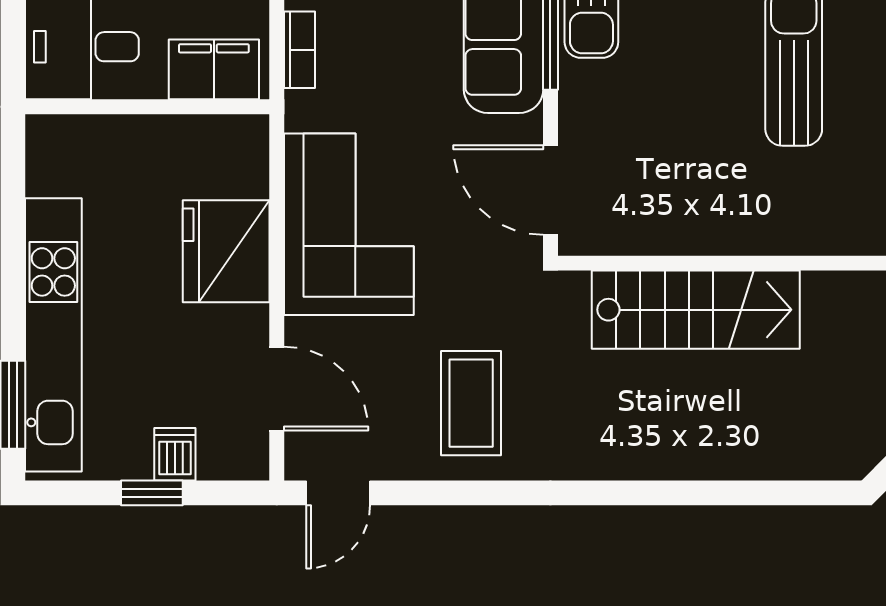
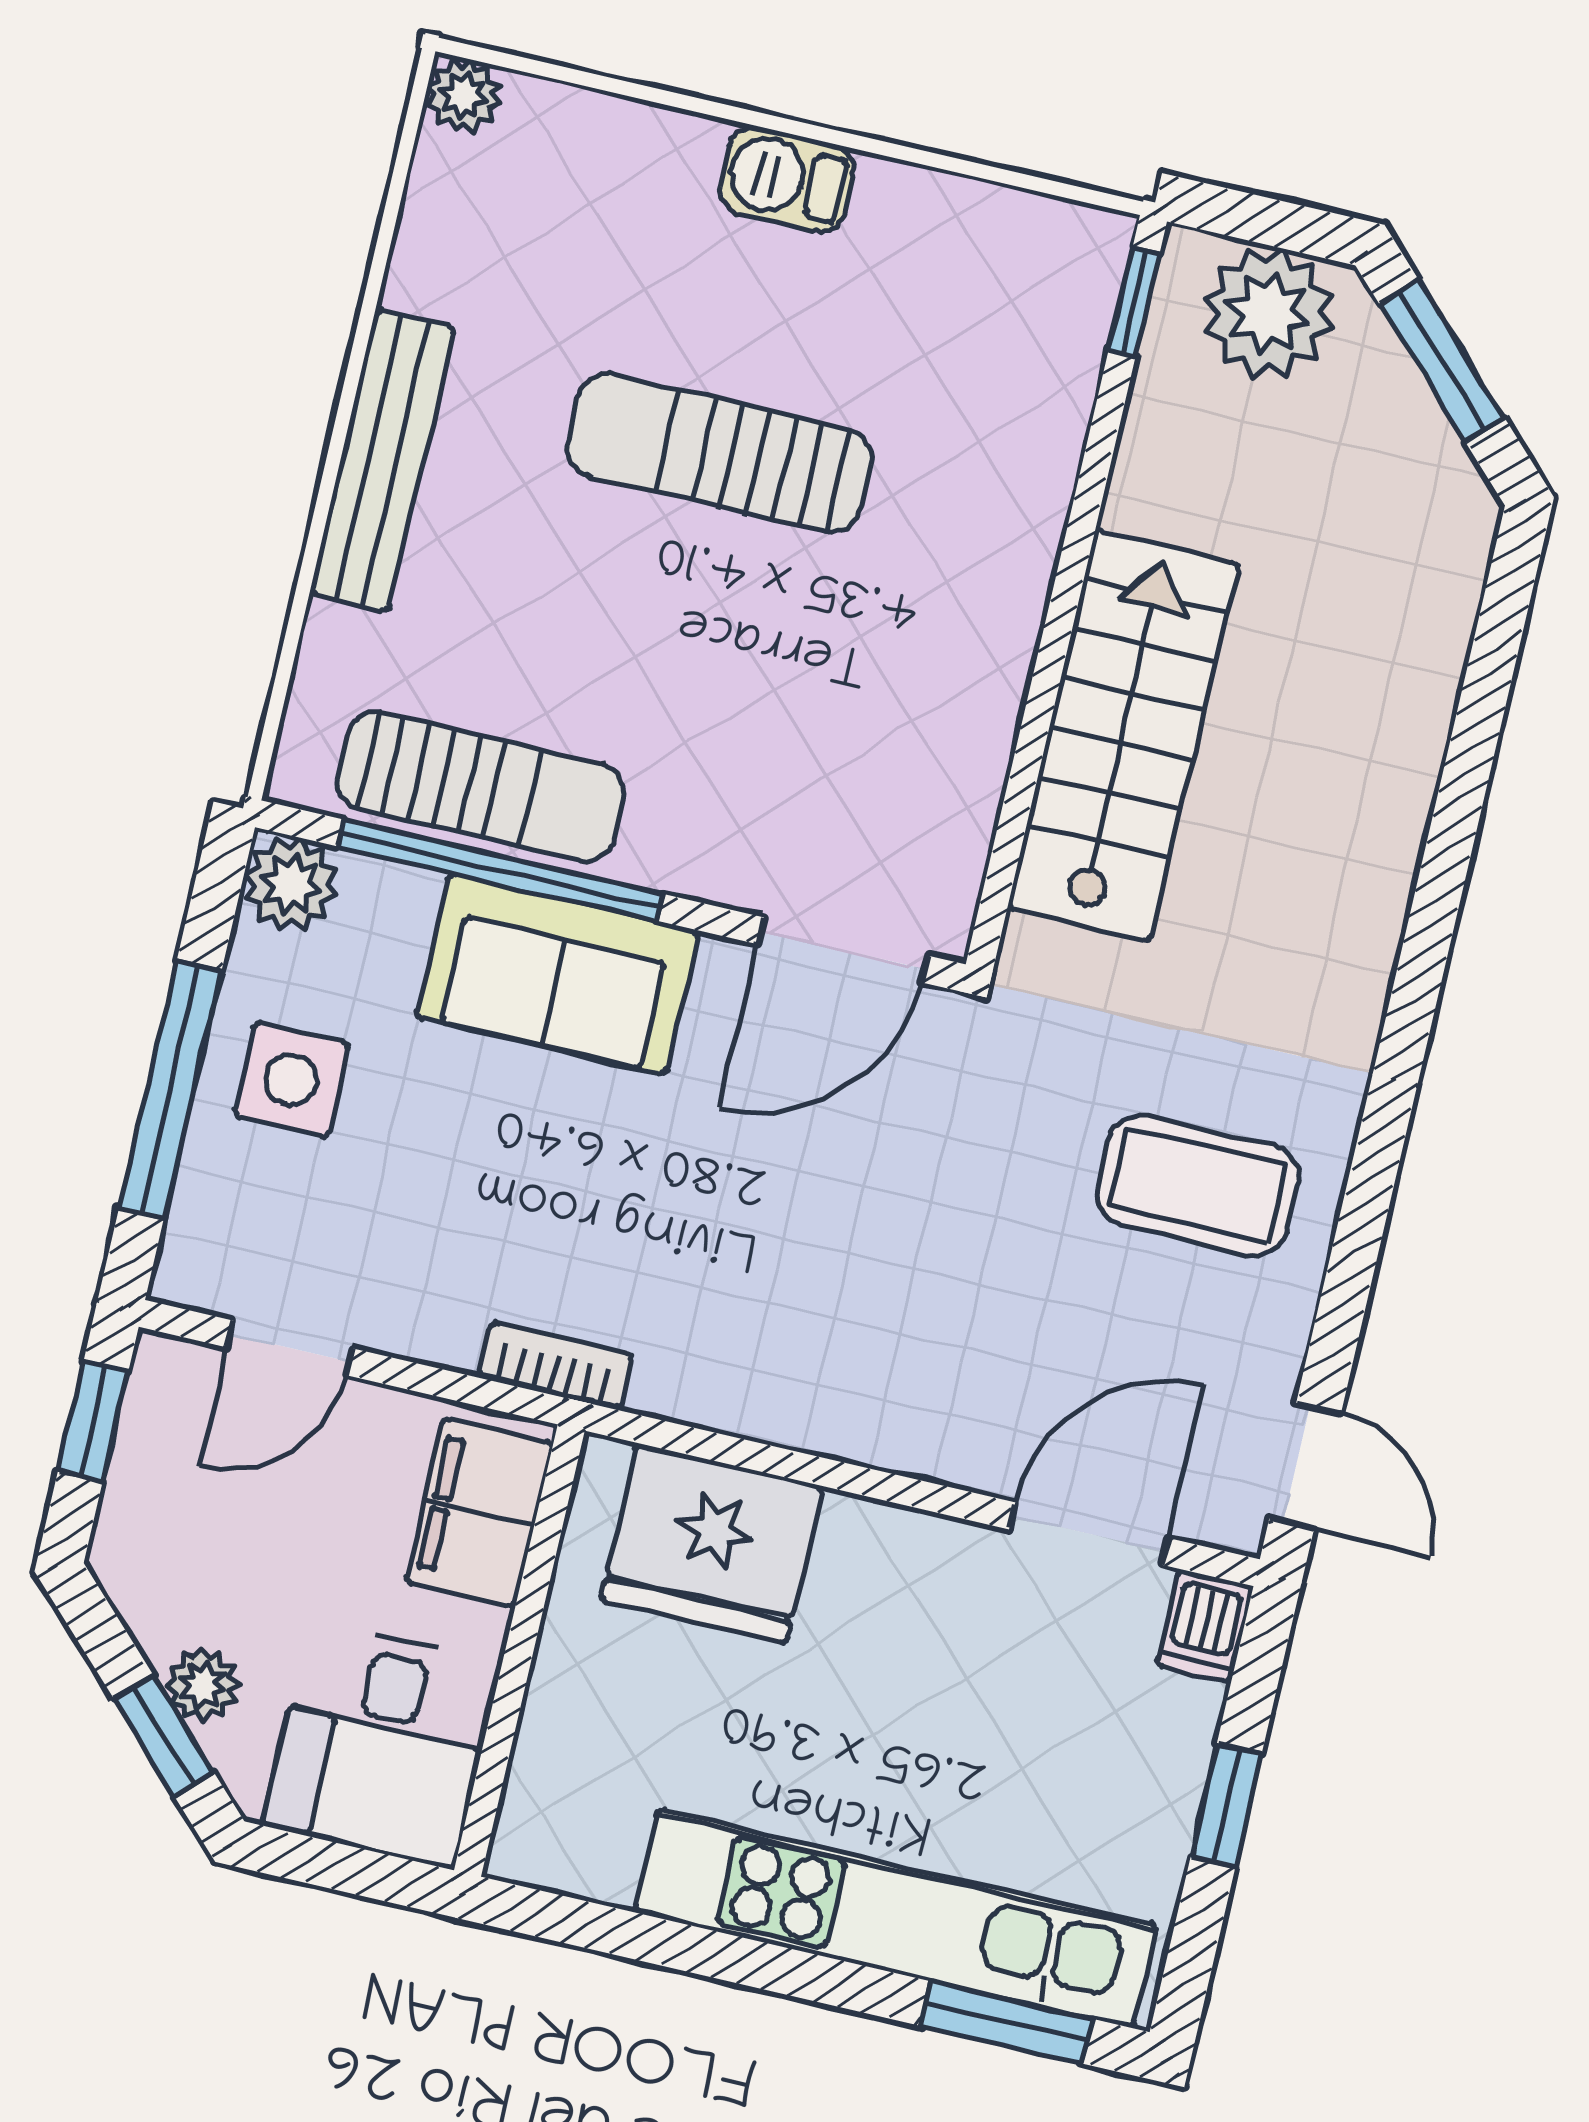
bookcase: (299, 50) -> (555, 1366), moved
corner sofa: (349, 224) -> (819, 1332), removed
fridge: (226, 251) -> (712, 1543), moved
dishwasher: (175, 454) -> (1205, 1626), moved, turned -90

